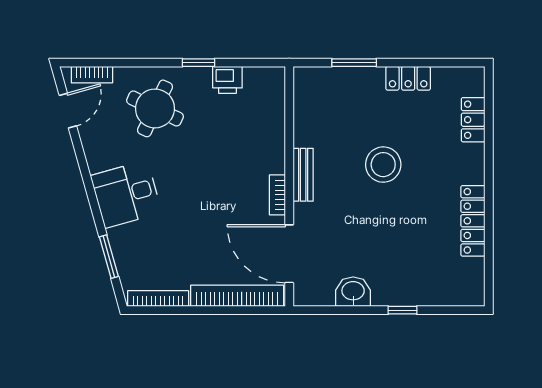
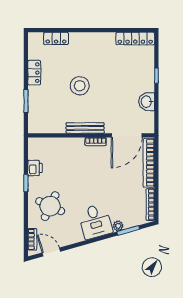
bench: (303, 175) -> (85, 128), width x1.36
locker: (473, 221) -> (135, 39), moved
plant: (118, 237) -> (118, 226), added

